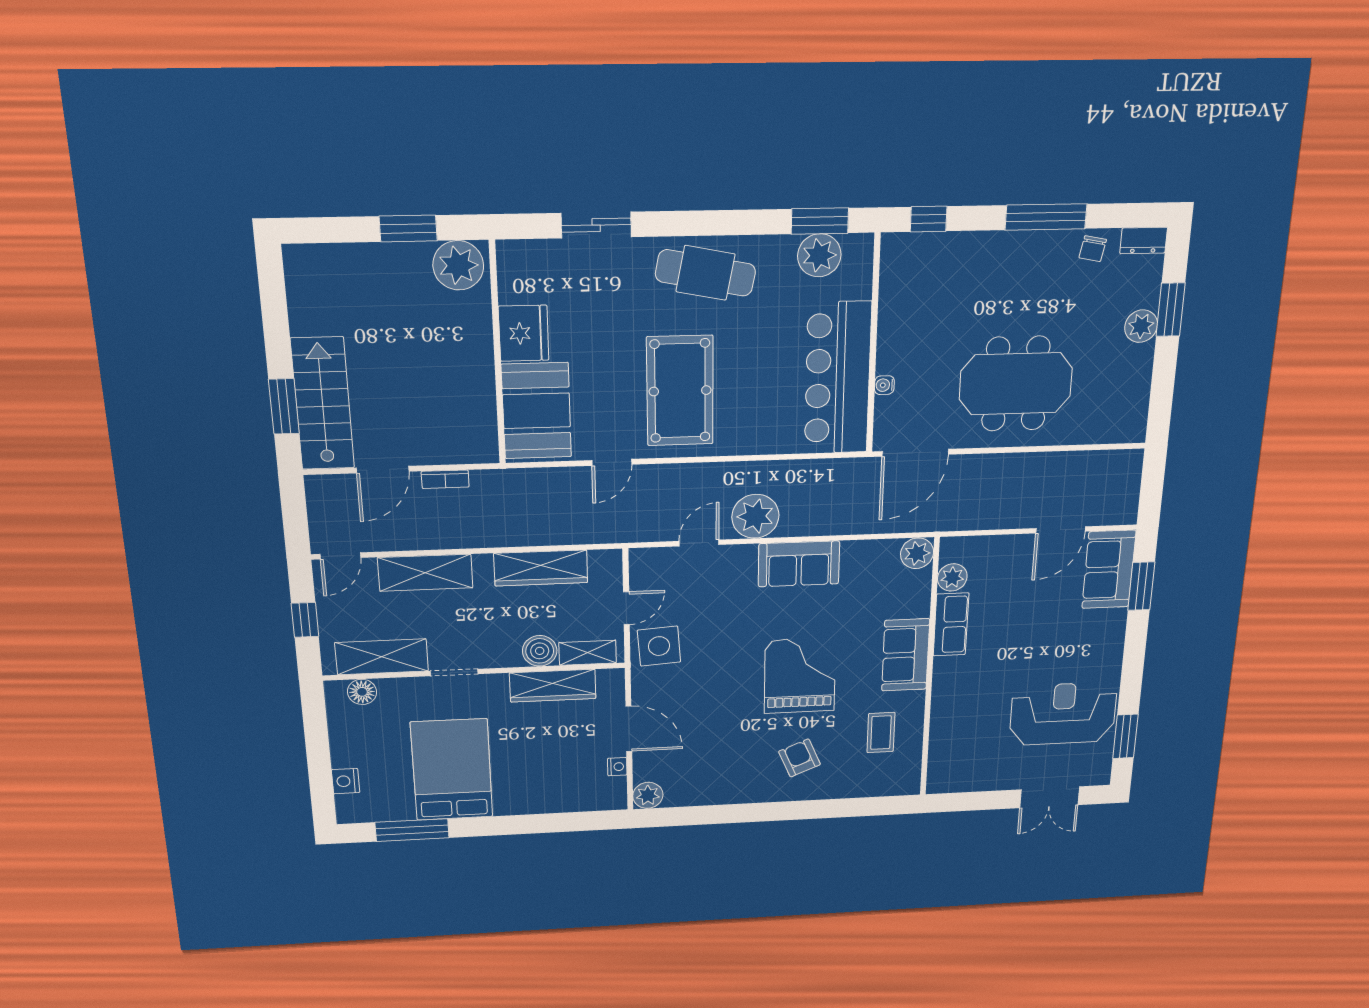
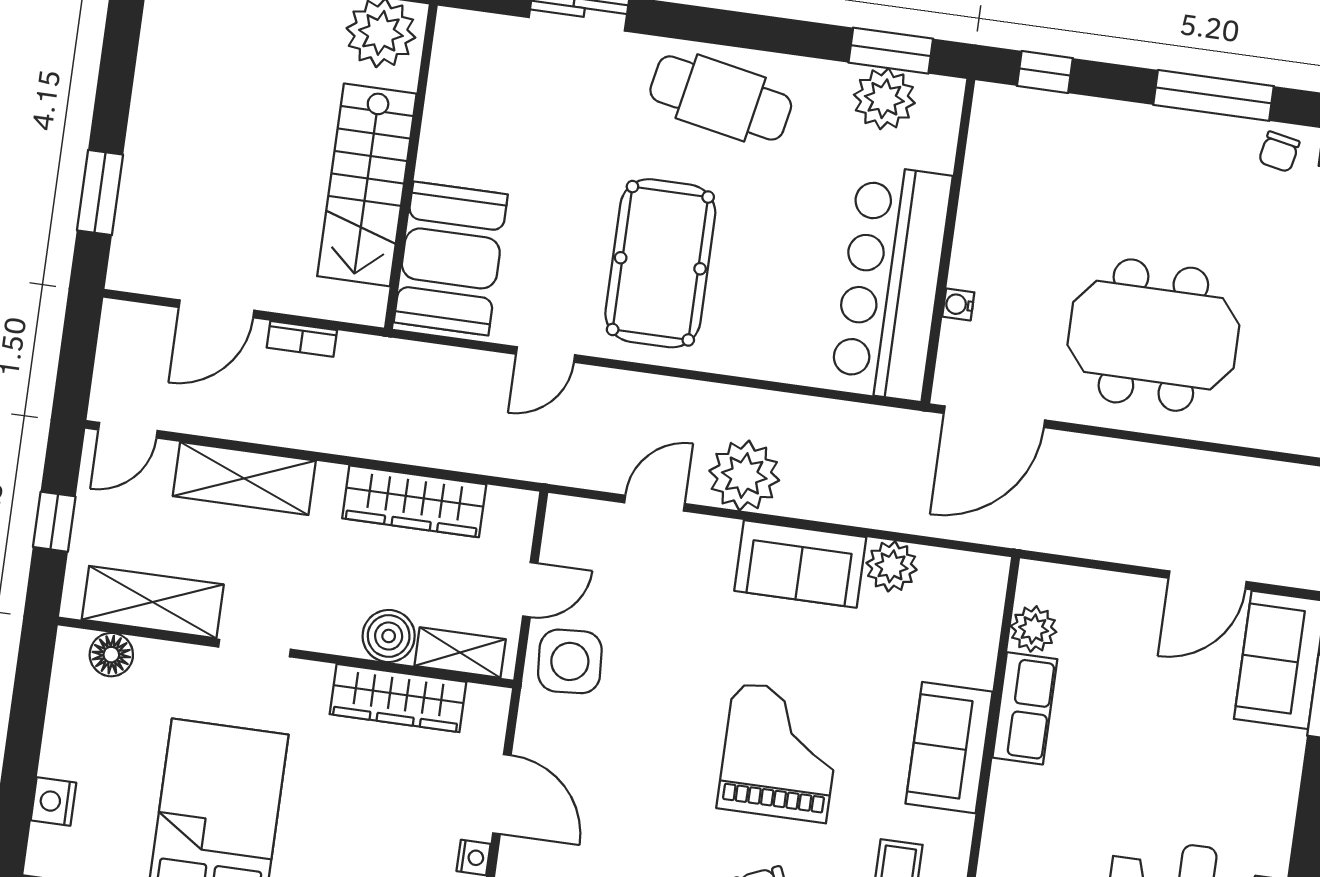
fridge: (524, 333) -> (453, 143), removed
stairs: (323, 404) -> (367, 185), moved, turned 180
plant: (917, 553) -> (892, 566), moved

